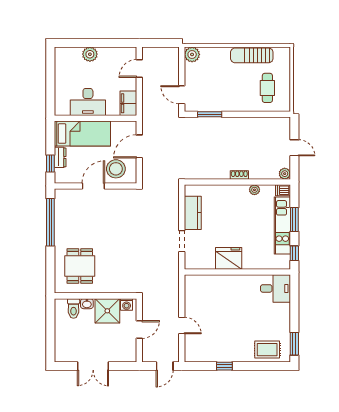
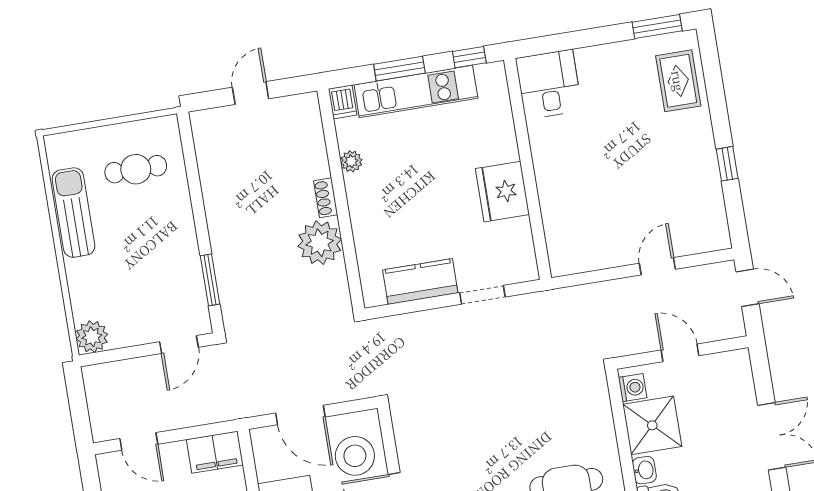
sun lounger: (252, 55) -> (73, 213), turned 180
plant: (285, 174) -> (320, 243), moved, width x1.88, depth x1.88

